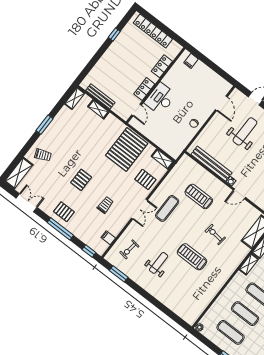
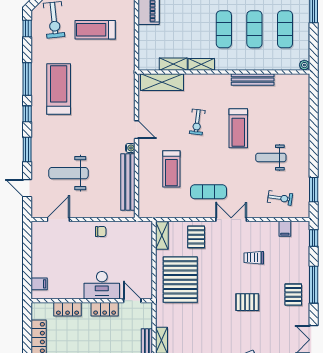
door: (136, 110) -> (132, 301), hinge flipped
pallet: (127, 149) -> (180, 280), turned 90
bench: (215, 289) -> (253, 79), added

